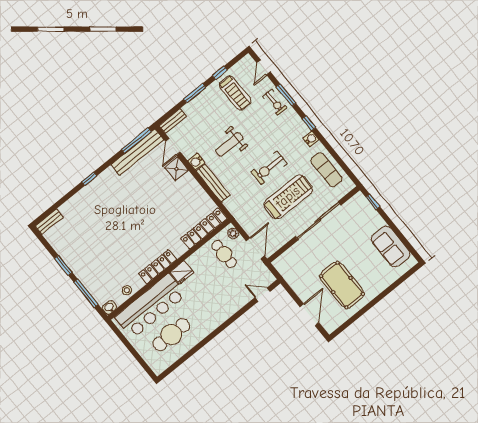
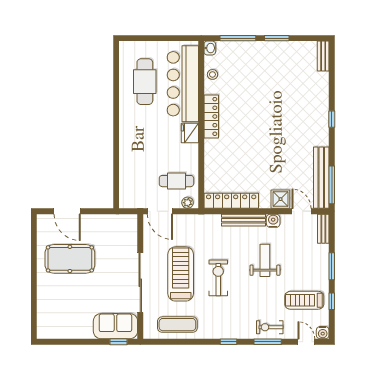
water cooler: (311, 139) -> (323, 333), moved
treadmill: (288, 197) -> (181, 274), turned 180
locker: (204, 229) -> (231, 201), moved, turned -90
sofa: (391, 247) -> (115, 326), moved
door: (263, 295) -> (116, 186), removed

